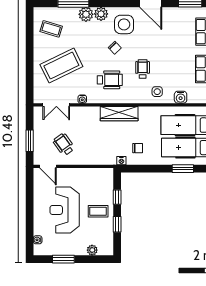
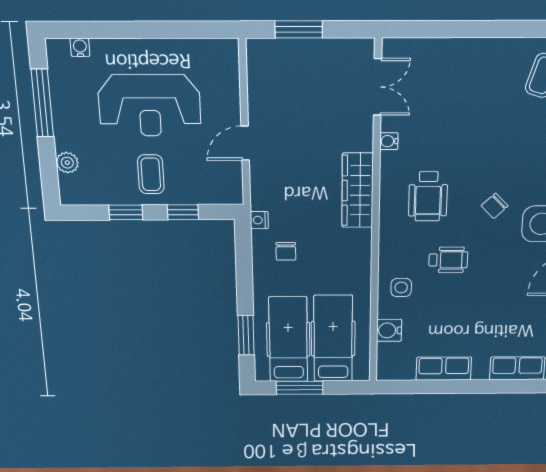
coffee table: (61, 66) -> (462, 97), removed
double door: (56, 105) -> (378, 87), swing flipped
wardrobe: (119, 114) -> (358, 190), moved
wheelchair: (64, 144) -> (291, 103), removed
door: (48, 166) -> (245, 143), moved
reception desk: (65, 210) -> (150, 105), turned 180
window: (63, 259) -> (42, 103), width x1.44

